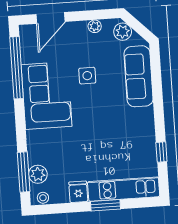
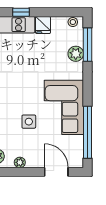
door: (50, 18) -> (56, 172), hinge flipped
plant: (38, 174) -> (76, 54), moved
window: (105, 205) -> (21, 12), width x0.67

